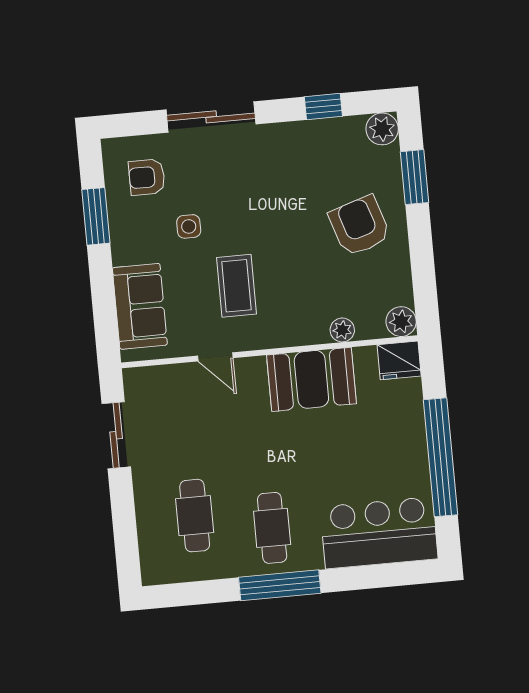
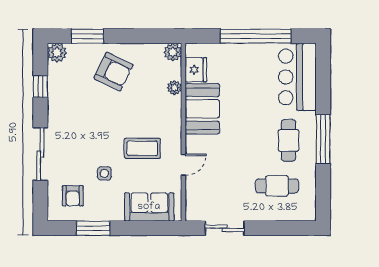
armchair: (360, 226) -> (113, 72), turned -136
fridge: (399, 360) -> (196, 70), moved
cafe table: (272, 528) -> (289, 140), turned 90

